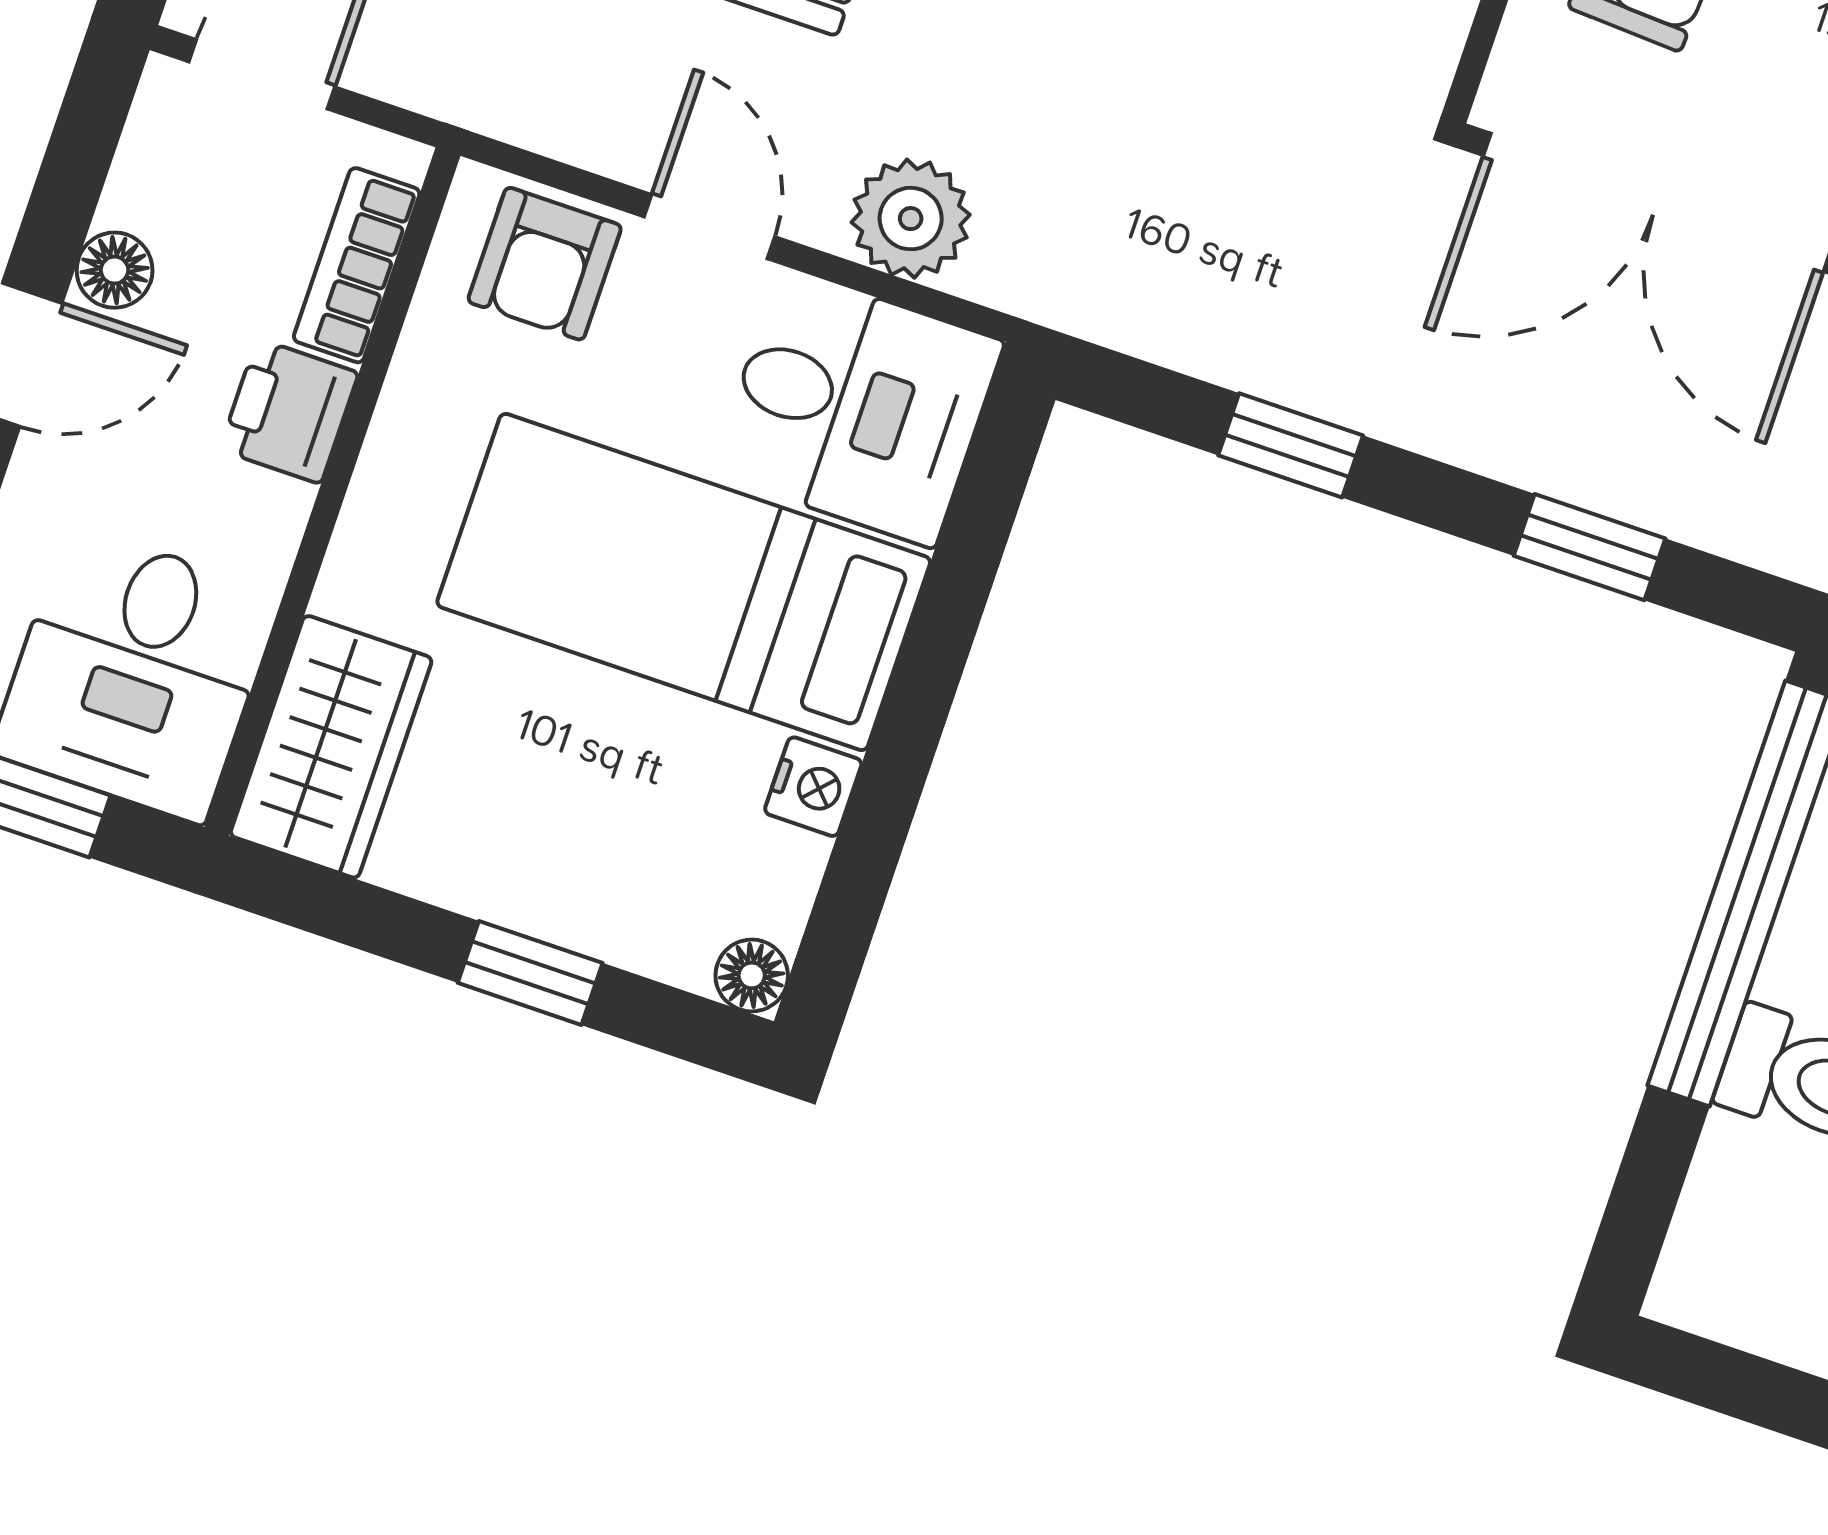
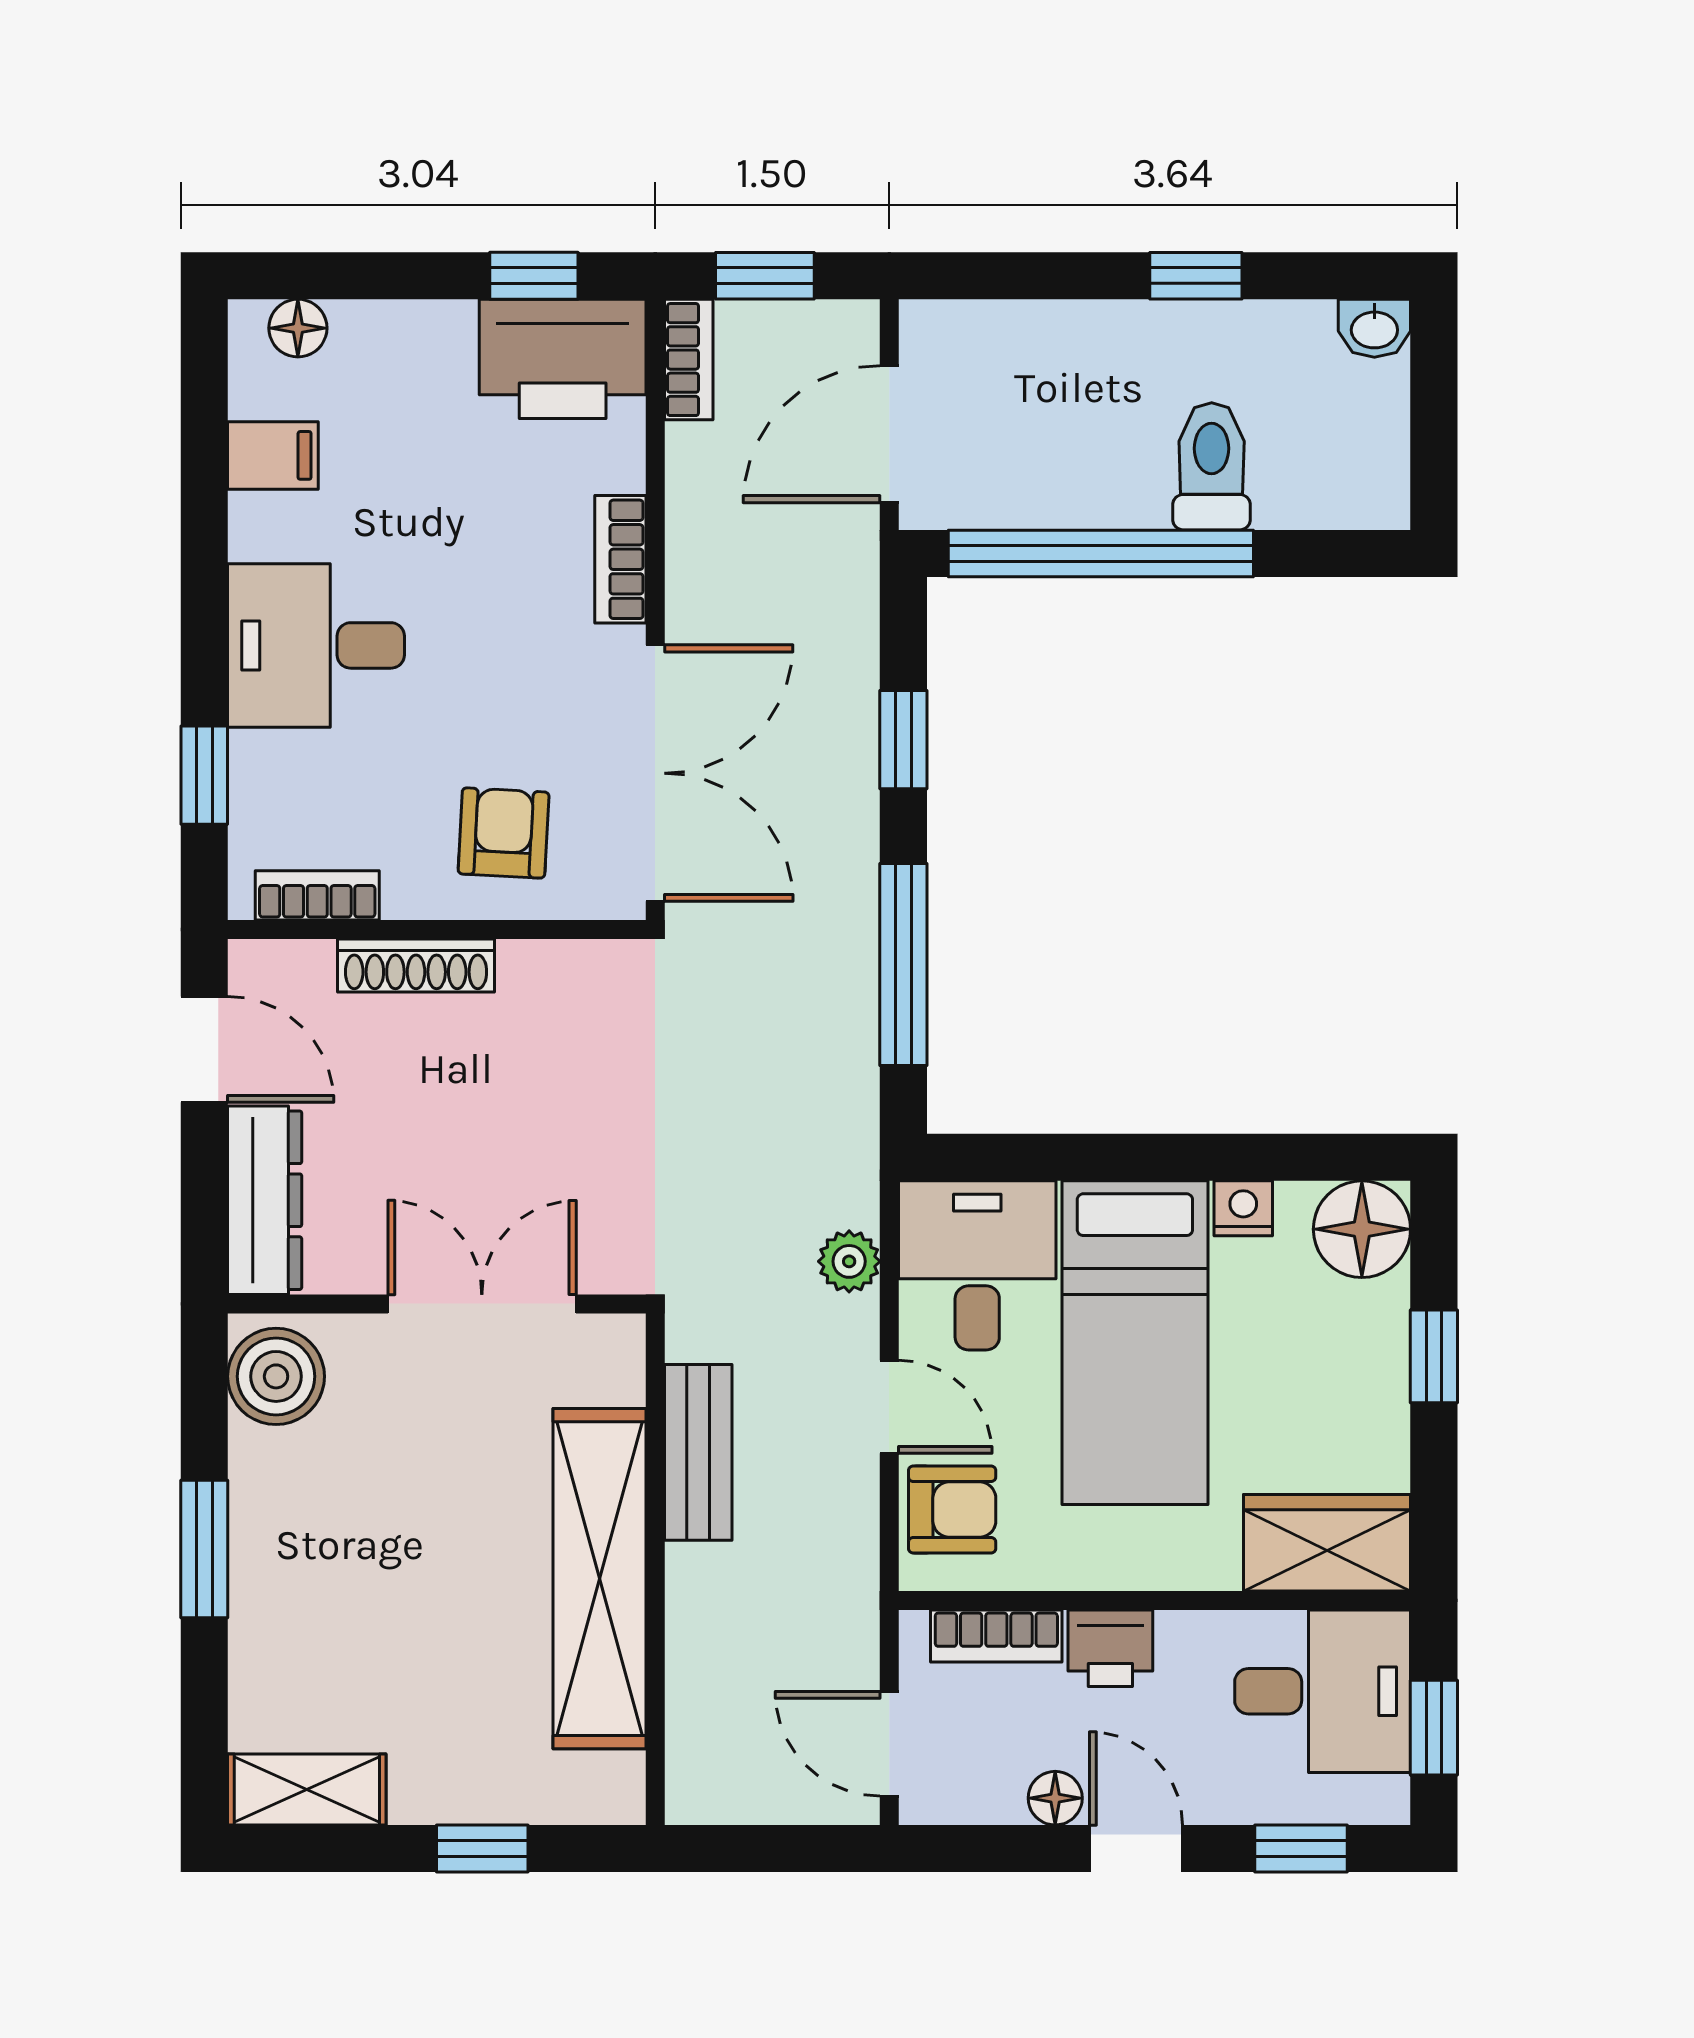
plant: (911, 219) -> (849, 1261), width x0.73, depth x0.73
door: (710, 227) -> (889, 1407), swing flipped
window: (1291, 445) -> (903, 965), width x2.17
floor lamp: (752, 975) -> (1362, 1229), width x1.89, depth x1.89

